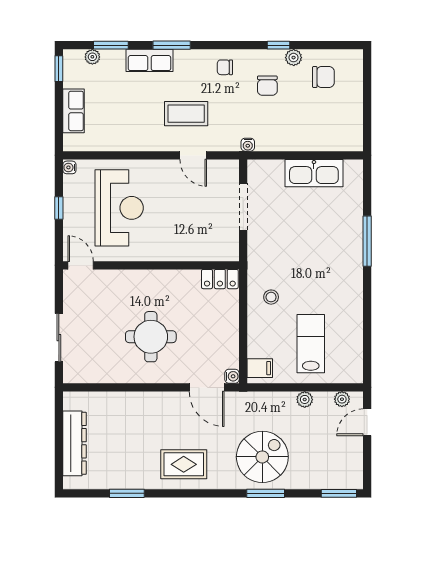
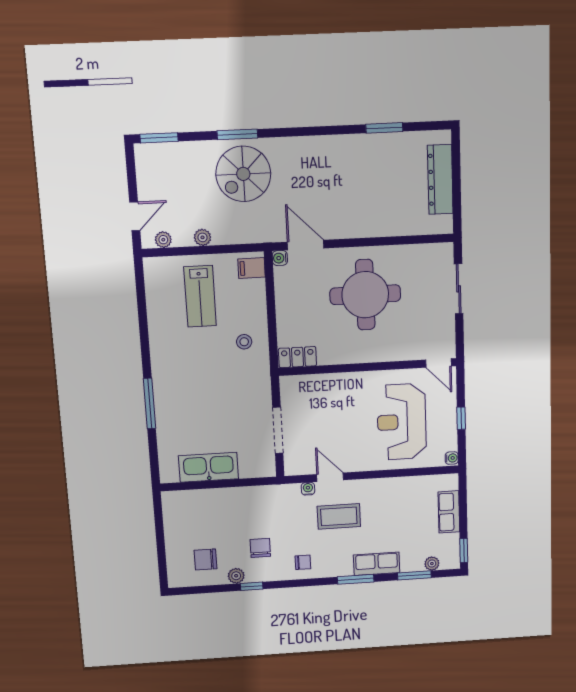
water cooler: (248, 145) -> (308, 489), moved
round table: (151, 337) -> (365, 295), width x1.36, depth x1.36
rug: (184, 464) -> (326, 162), removed

